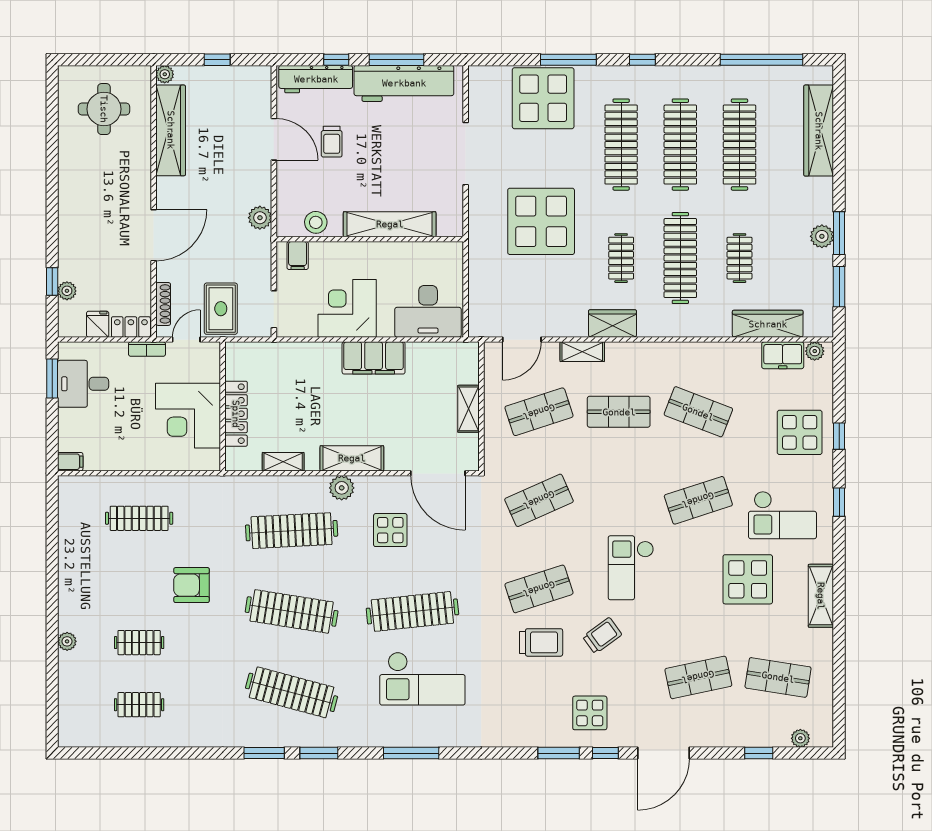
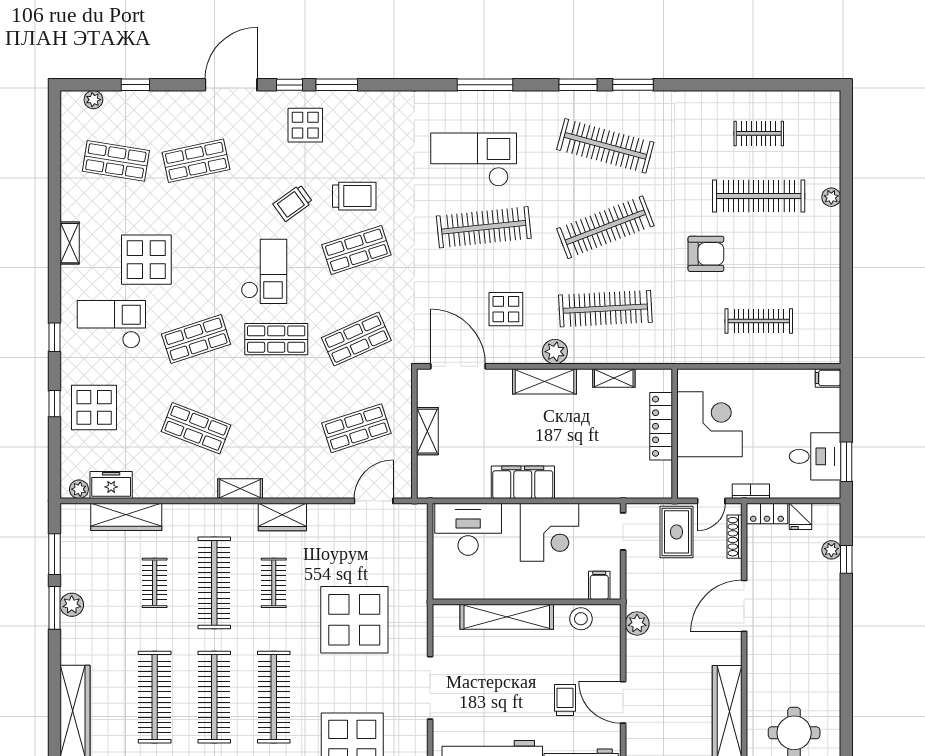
shelving: (582, 352) -> (240, 489), moved
shop shelf: (619, 412) -> (276, 339), moved
shelving: (821, 596) -> (70, 243), width x0.67, depth x0.75
clothes rail: (292, 611) -> (605, 227), turned -30
trolley: (541, 642) -> (354, 196), turned 180
clothes rail: (139, 643) -> (759, 196), width x1.86, depth x1.31

